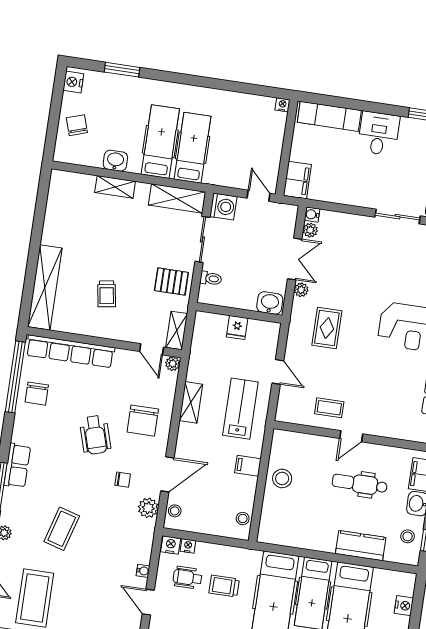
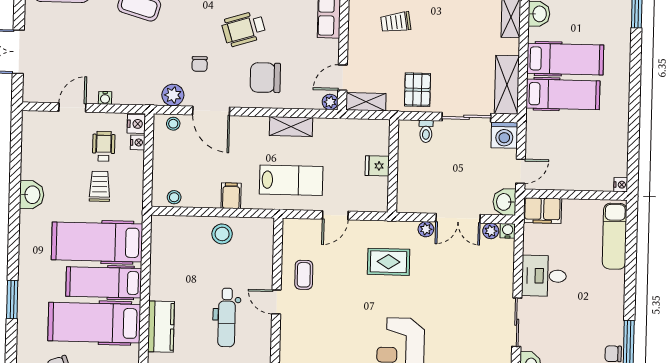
desk: (379, 134) -> (544, 276), moved, turned 180
washbasin: (270, 303) -> (504, 202), moved, turned 180
dental chair: (360, 484) -> (227, 317), turned 180

